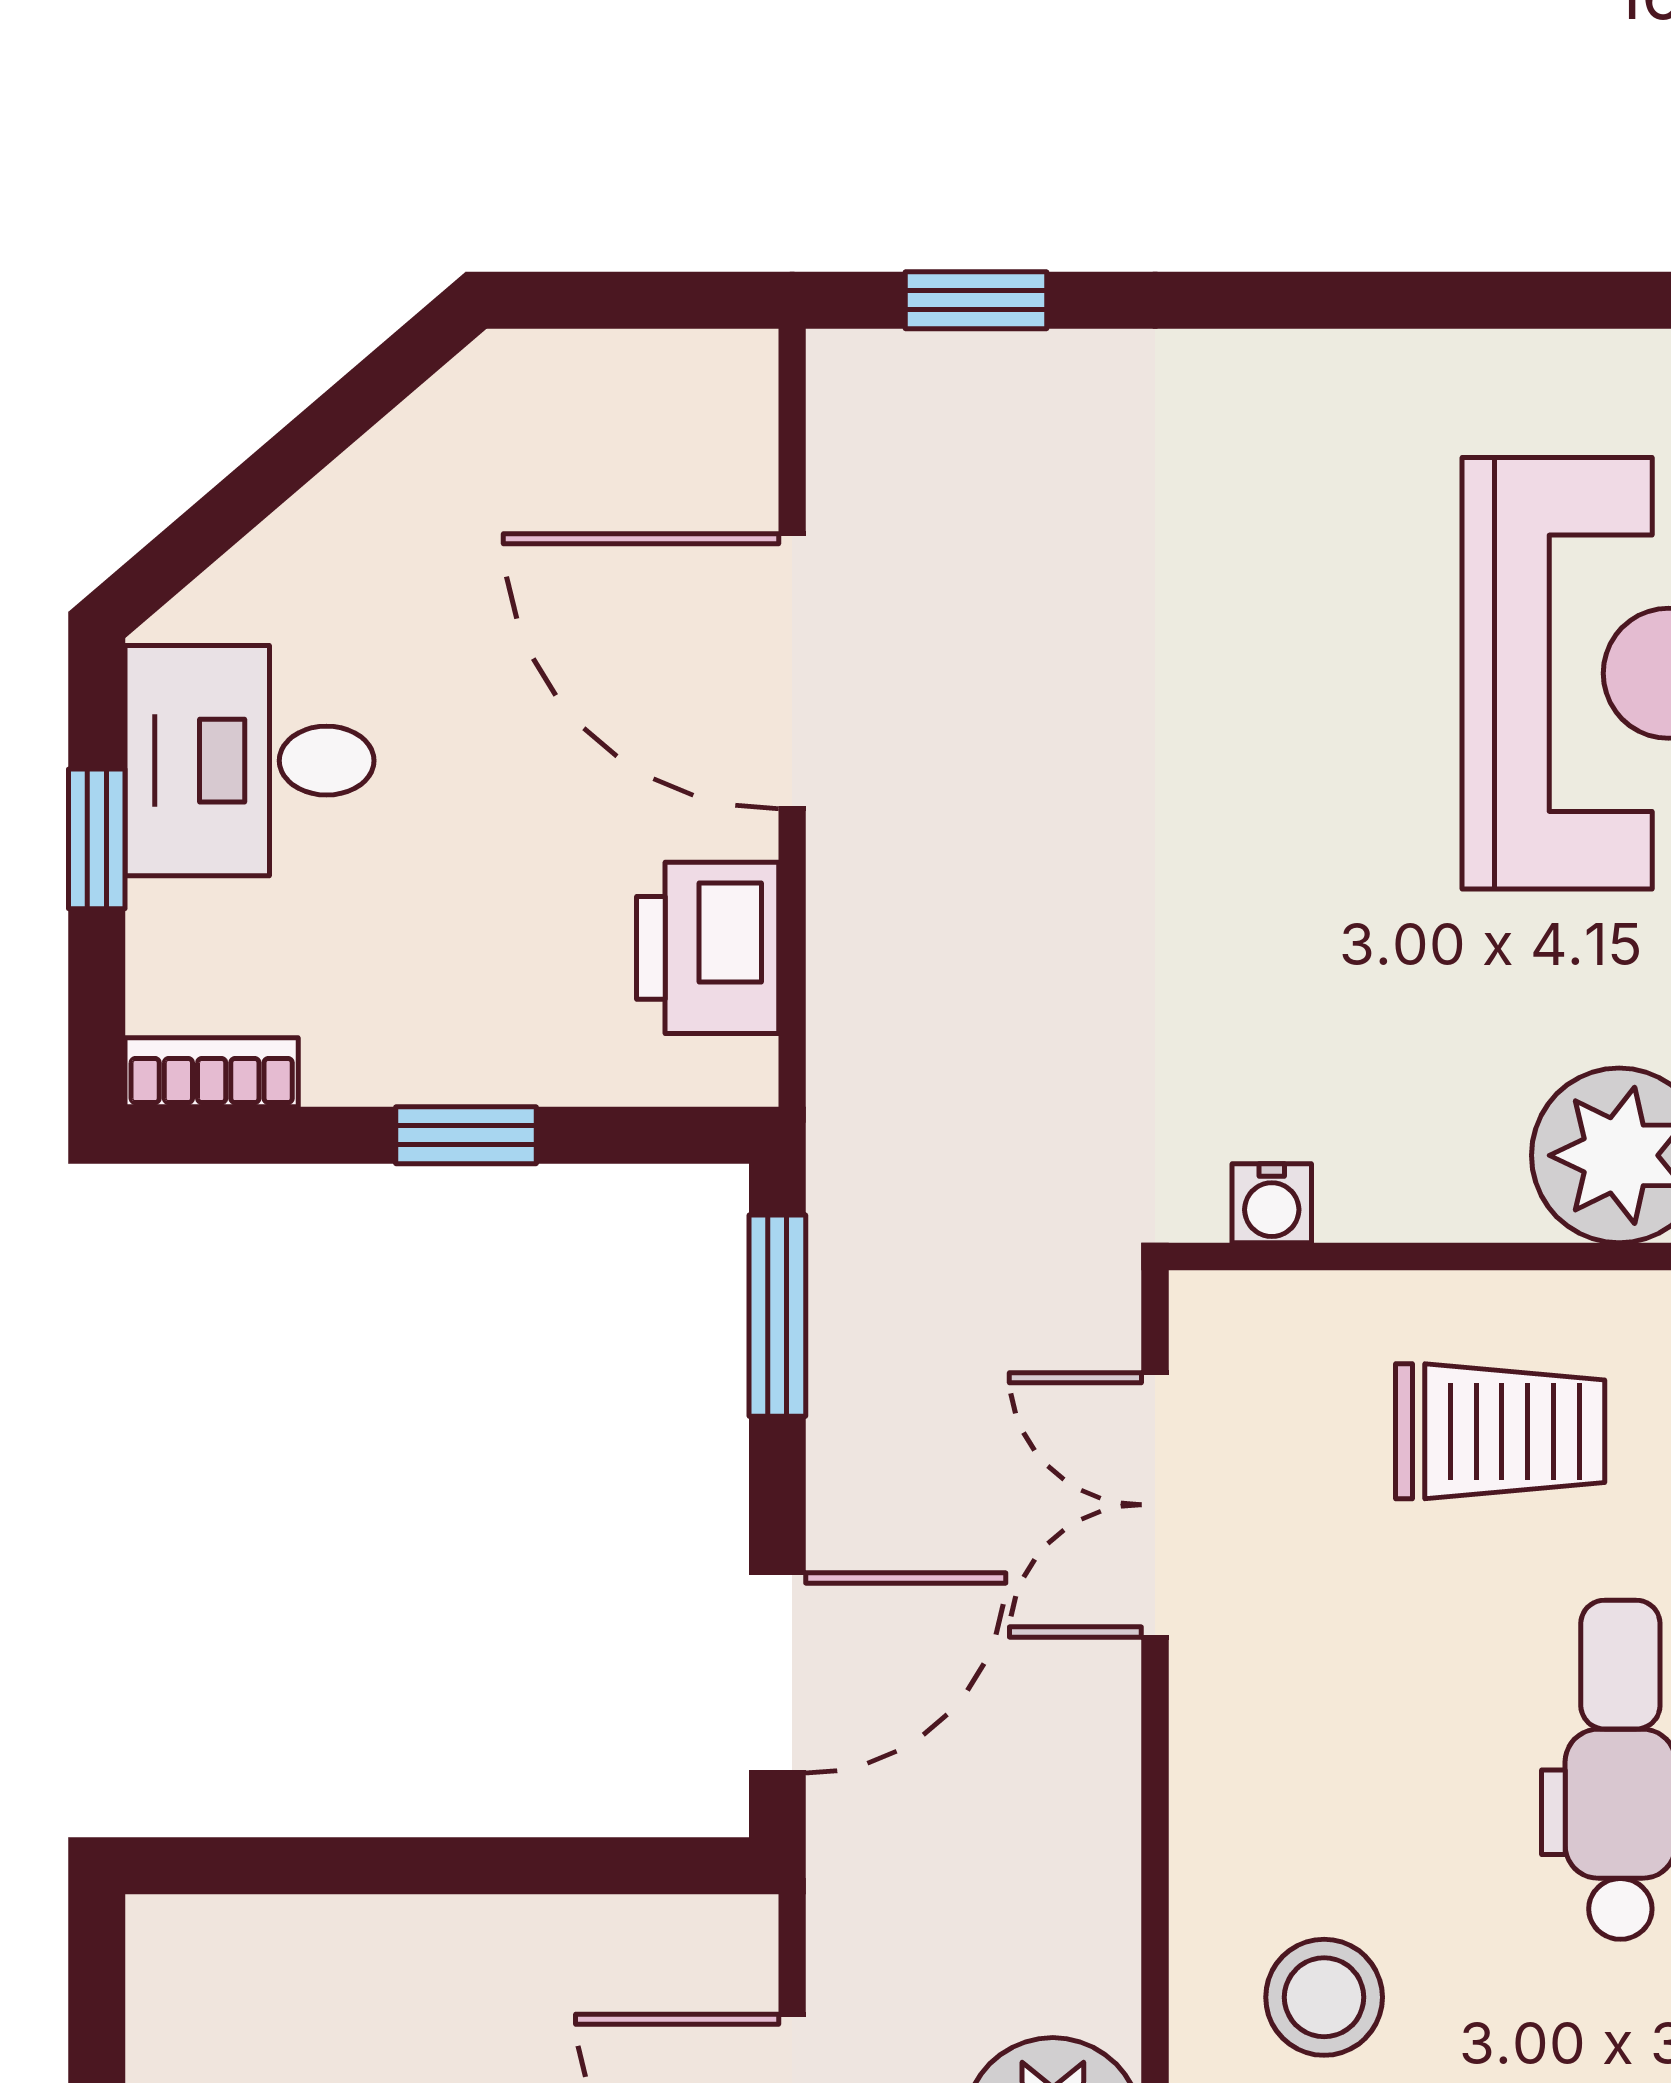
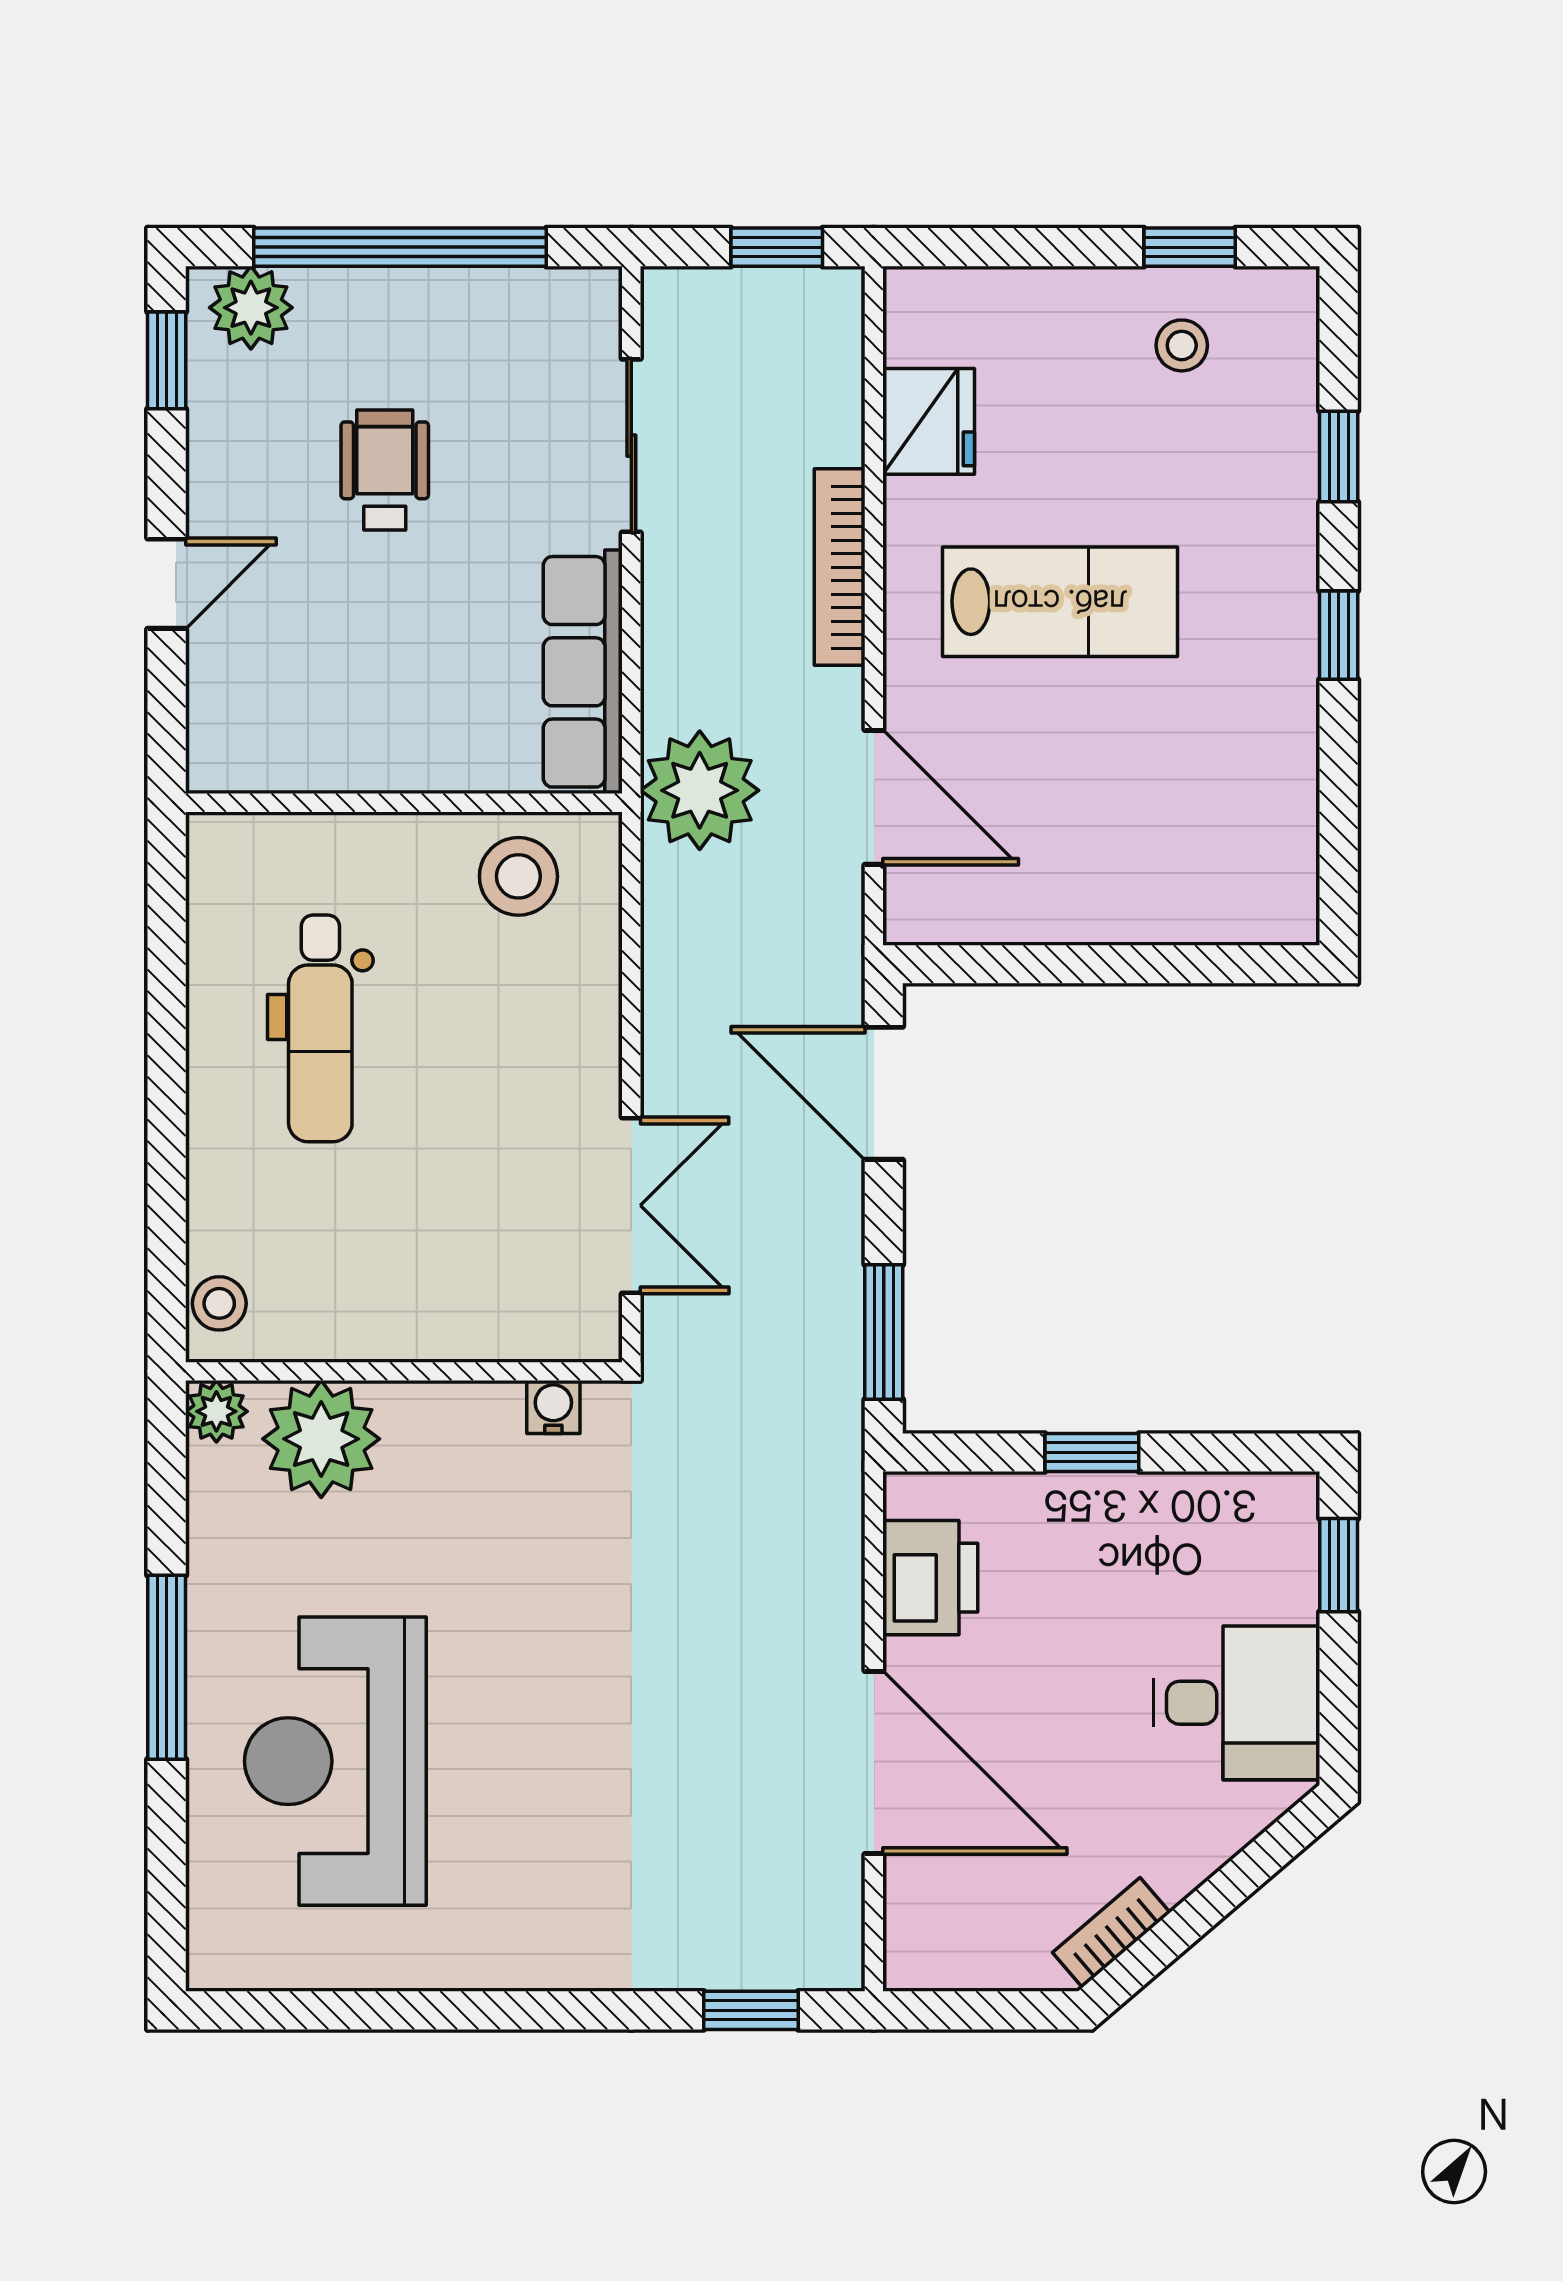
window: (97, 839) -> (1339, 1565), moved
bookcase: (212, 1072) -> (1111, 1933), moved, turned 139
trolley: (1500, 1431) -> (401, 1255), removed
door: (777, 1673) -> (884, 1093), hinge flipped

